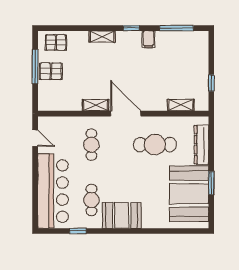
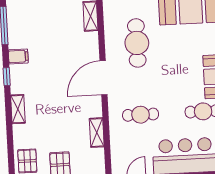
shelving: (96, 105) -> (97, 133), moved

